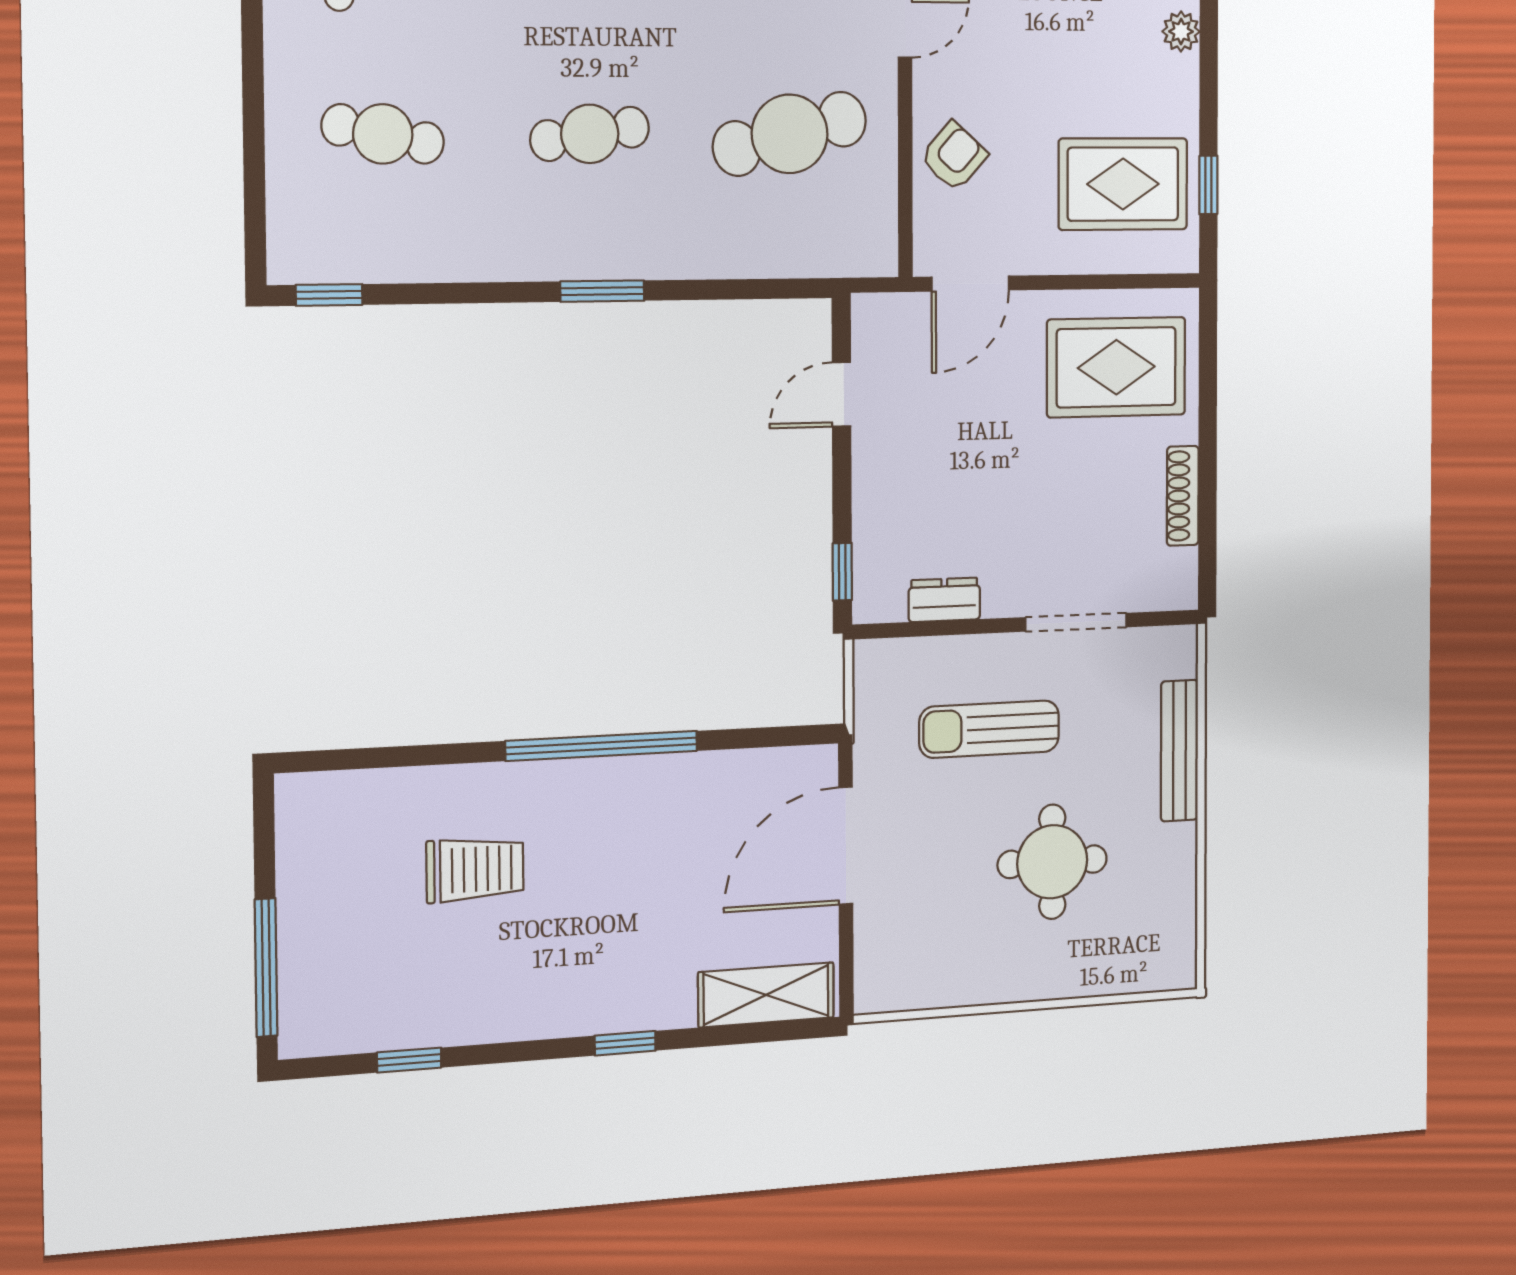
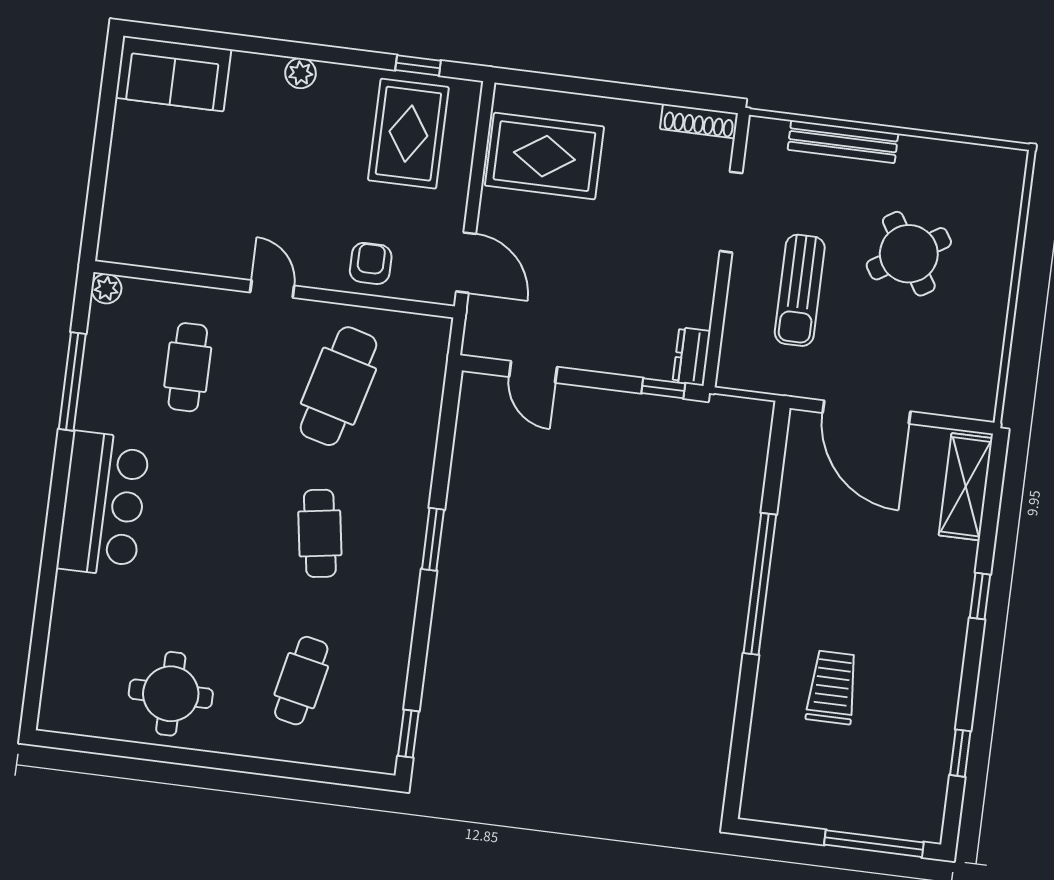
cafe table: (790, 134) -> (338, 386), turned 30
armchair: (954, 156) -> (371, 263), turned 48
rug: (1116, 367) -> (544, 156), turned 90
shoe rack: (1183, 496) -> (699, 121), moved
dresser: (944, 600) -> (692, 356), moved
round table: (1052, 862) -> (909, 254), turned -32

